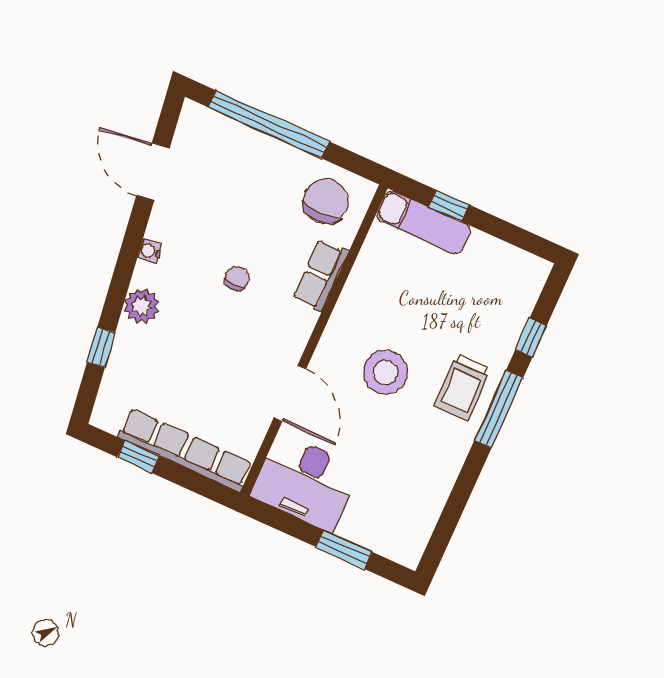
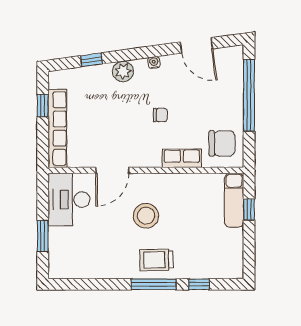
door: (153, 172) -> (196, 45), swing flipped

